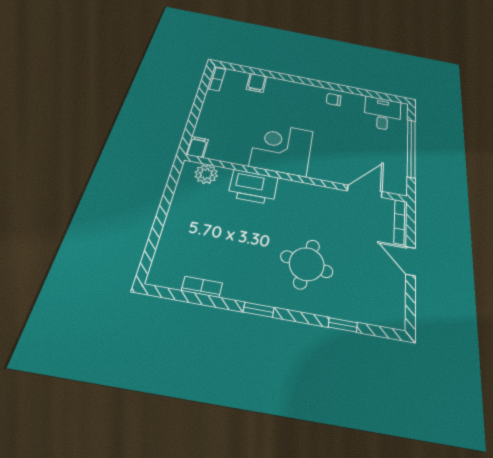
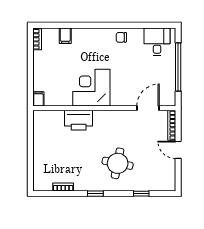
plant: (206, 174) -> (49, 117), removed

